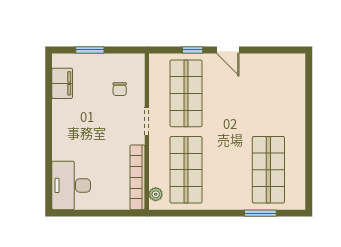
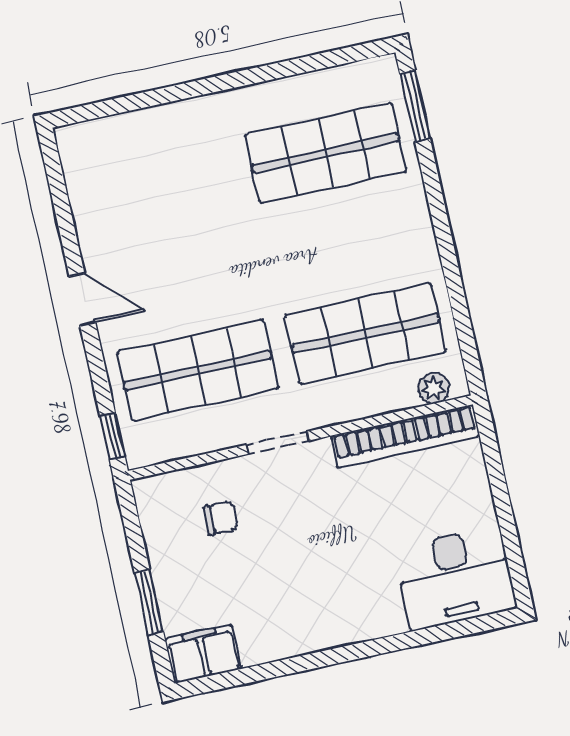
window: (193, 50) -> (112, 436), moved
door: (228, 50) -> (82, 300), hinge flipped
filing cabinet: (62, 83) -> (203, 654), moved
window: (260, 213) -> (415, 106), moved

